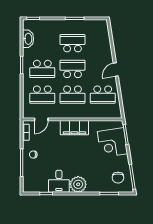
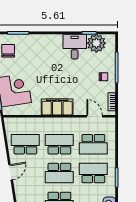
school desk: (42, 95) -> (93, 144), turned 180
door: (41, 119) -> (95, 116), hinge flipped
plant: (78, 184) -> (96, 43), moved

